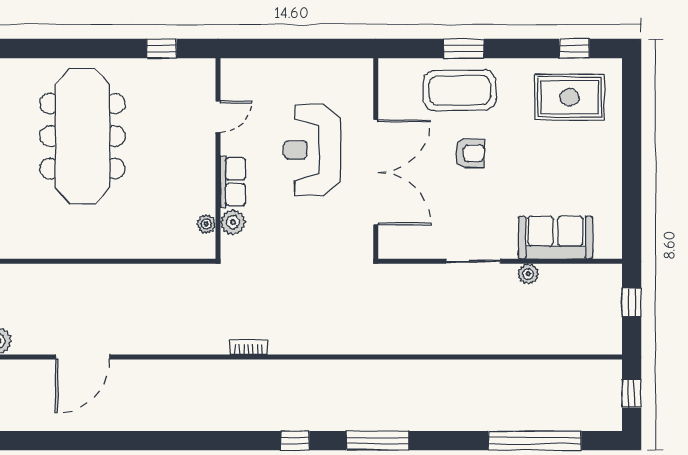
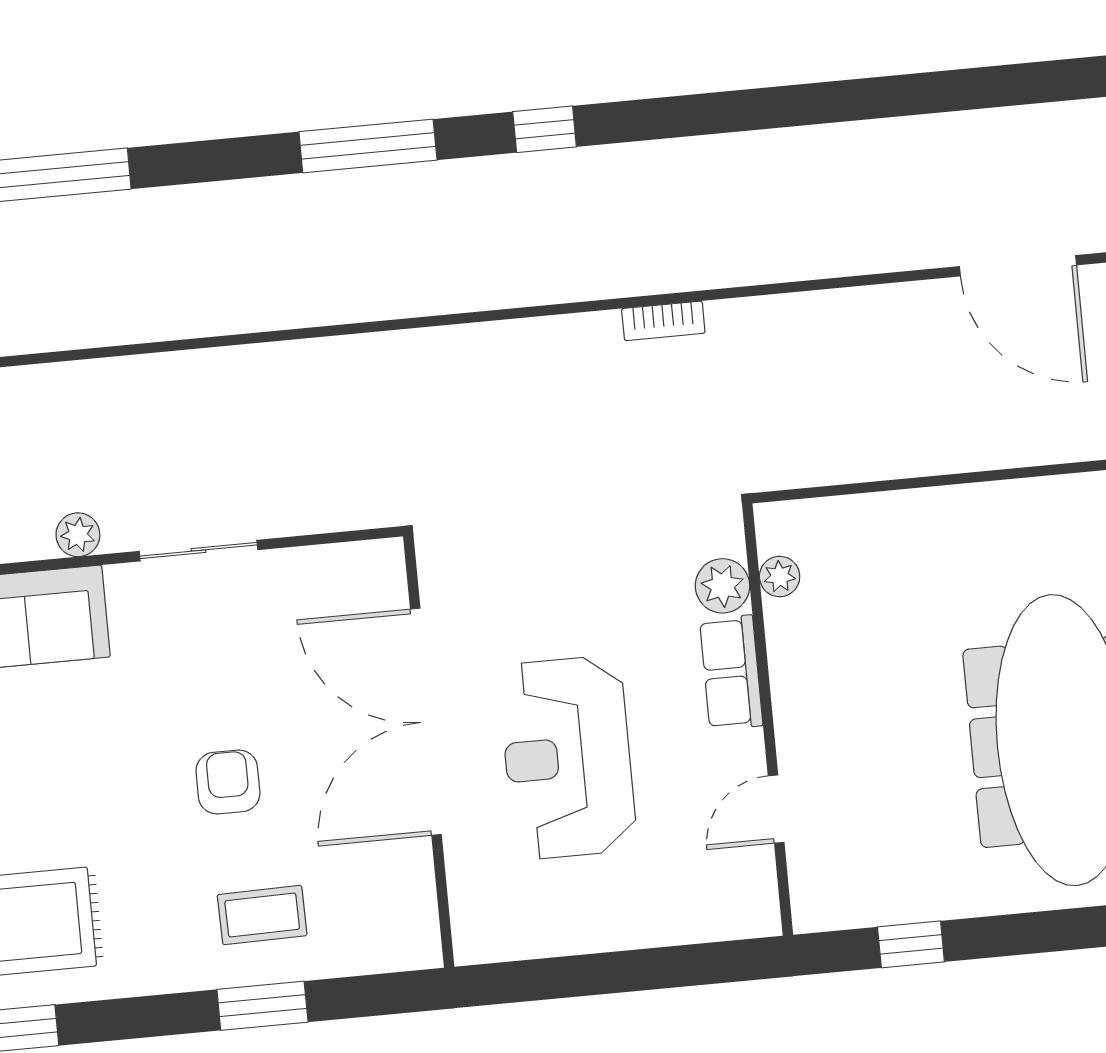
coffee table: (460, 90) -> (262, 915), width x0.54, depth x0.58
reception desk: (312, 150) -> (567, 758), turned 180
armchair: (470, 153) -> (228, 782), turned 90
door: (83, 357) -> (1018, 266), swing flipped

